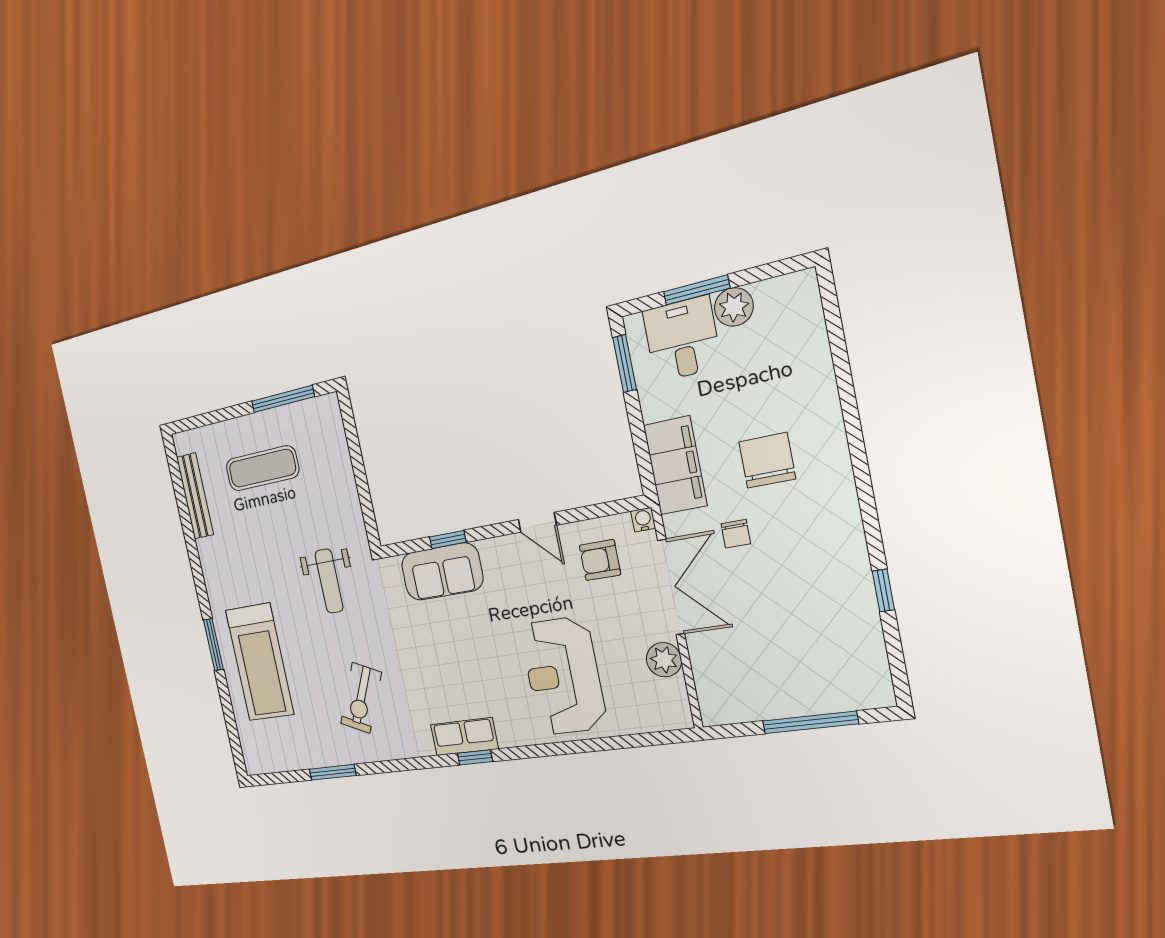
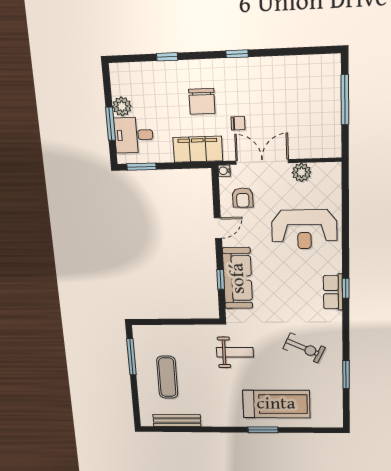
window: (844, 380) -> (167, 57), added
chair: (767, 460) -> (202, 101), turned -90
sofa: (442, 572) -> (238, 278), width x1.36
window: (883, 591) -> (237, 54), moved

